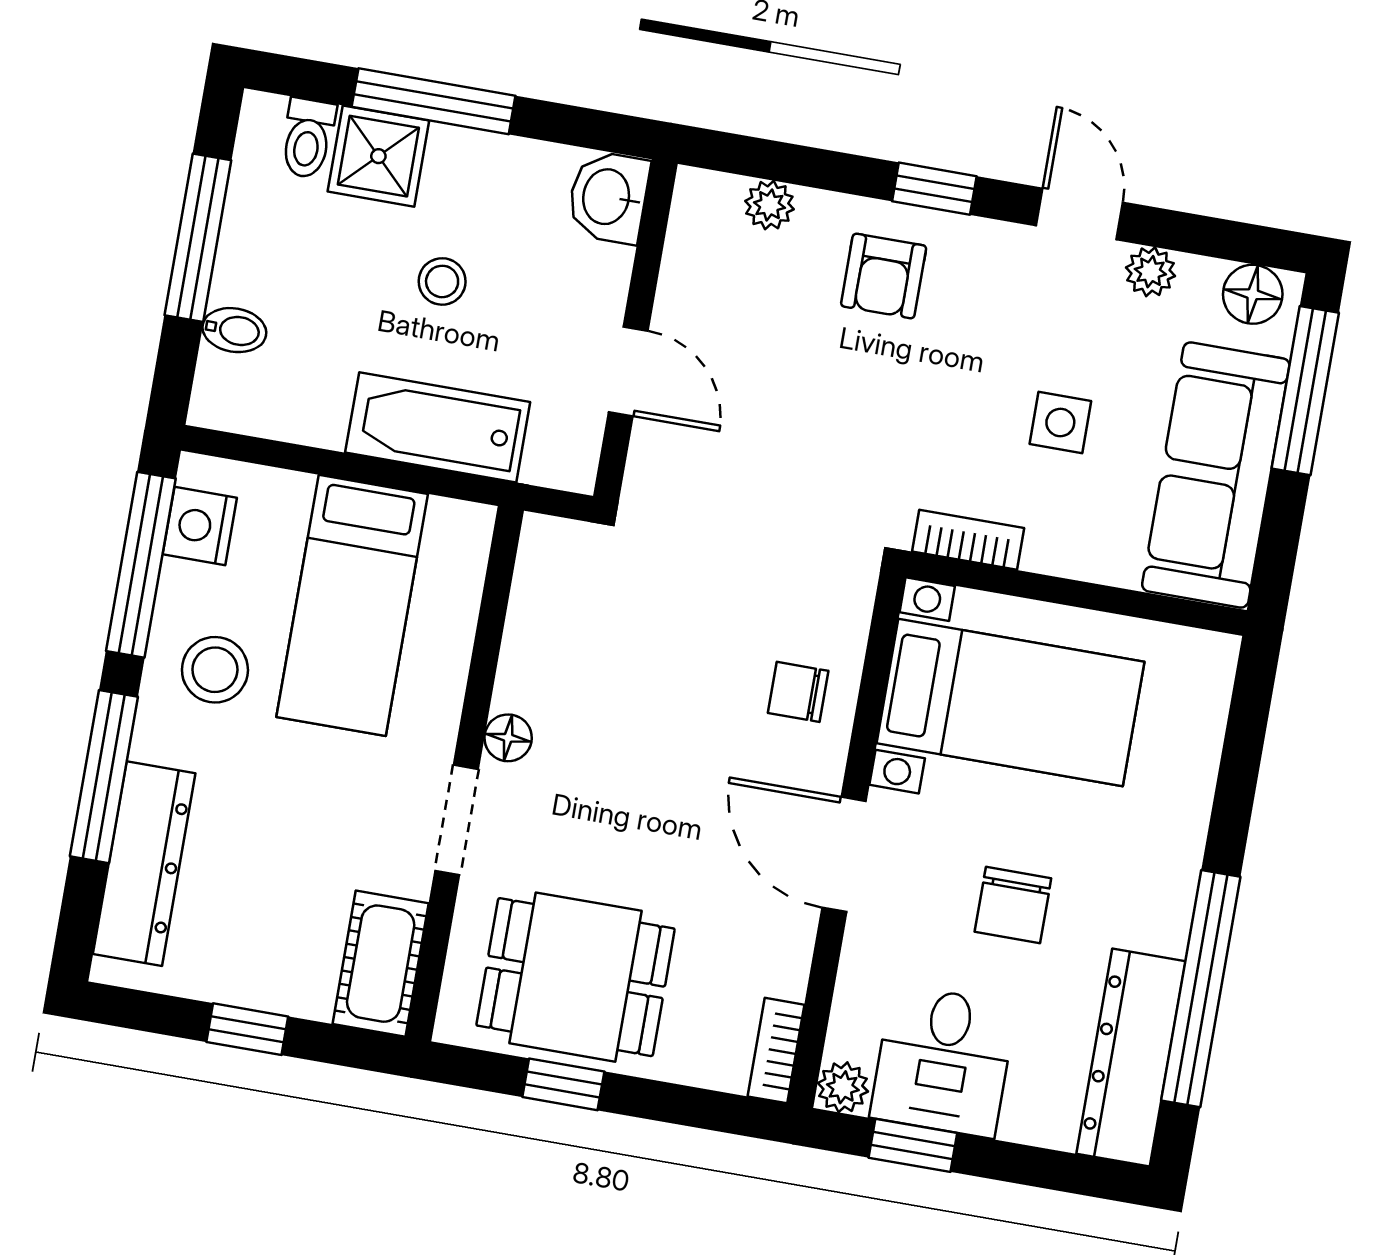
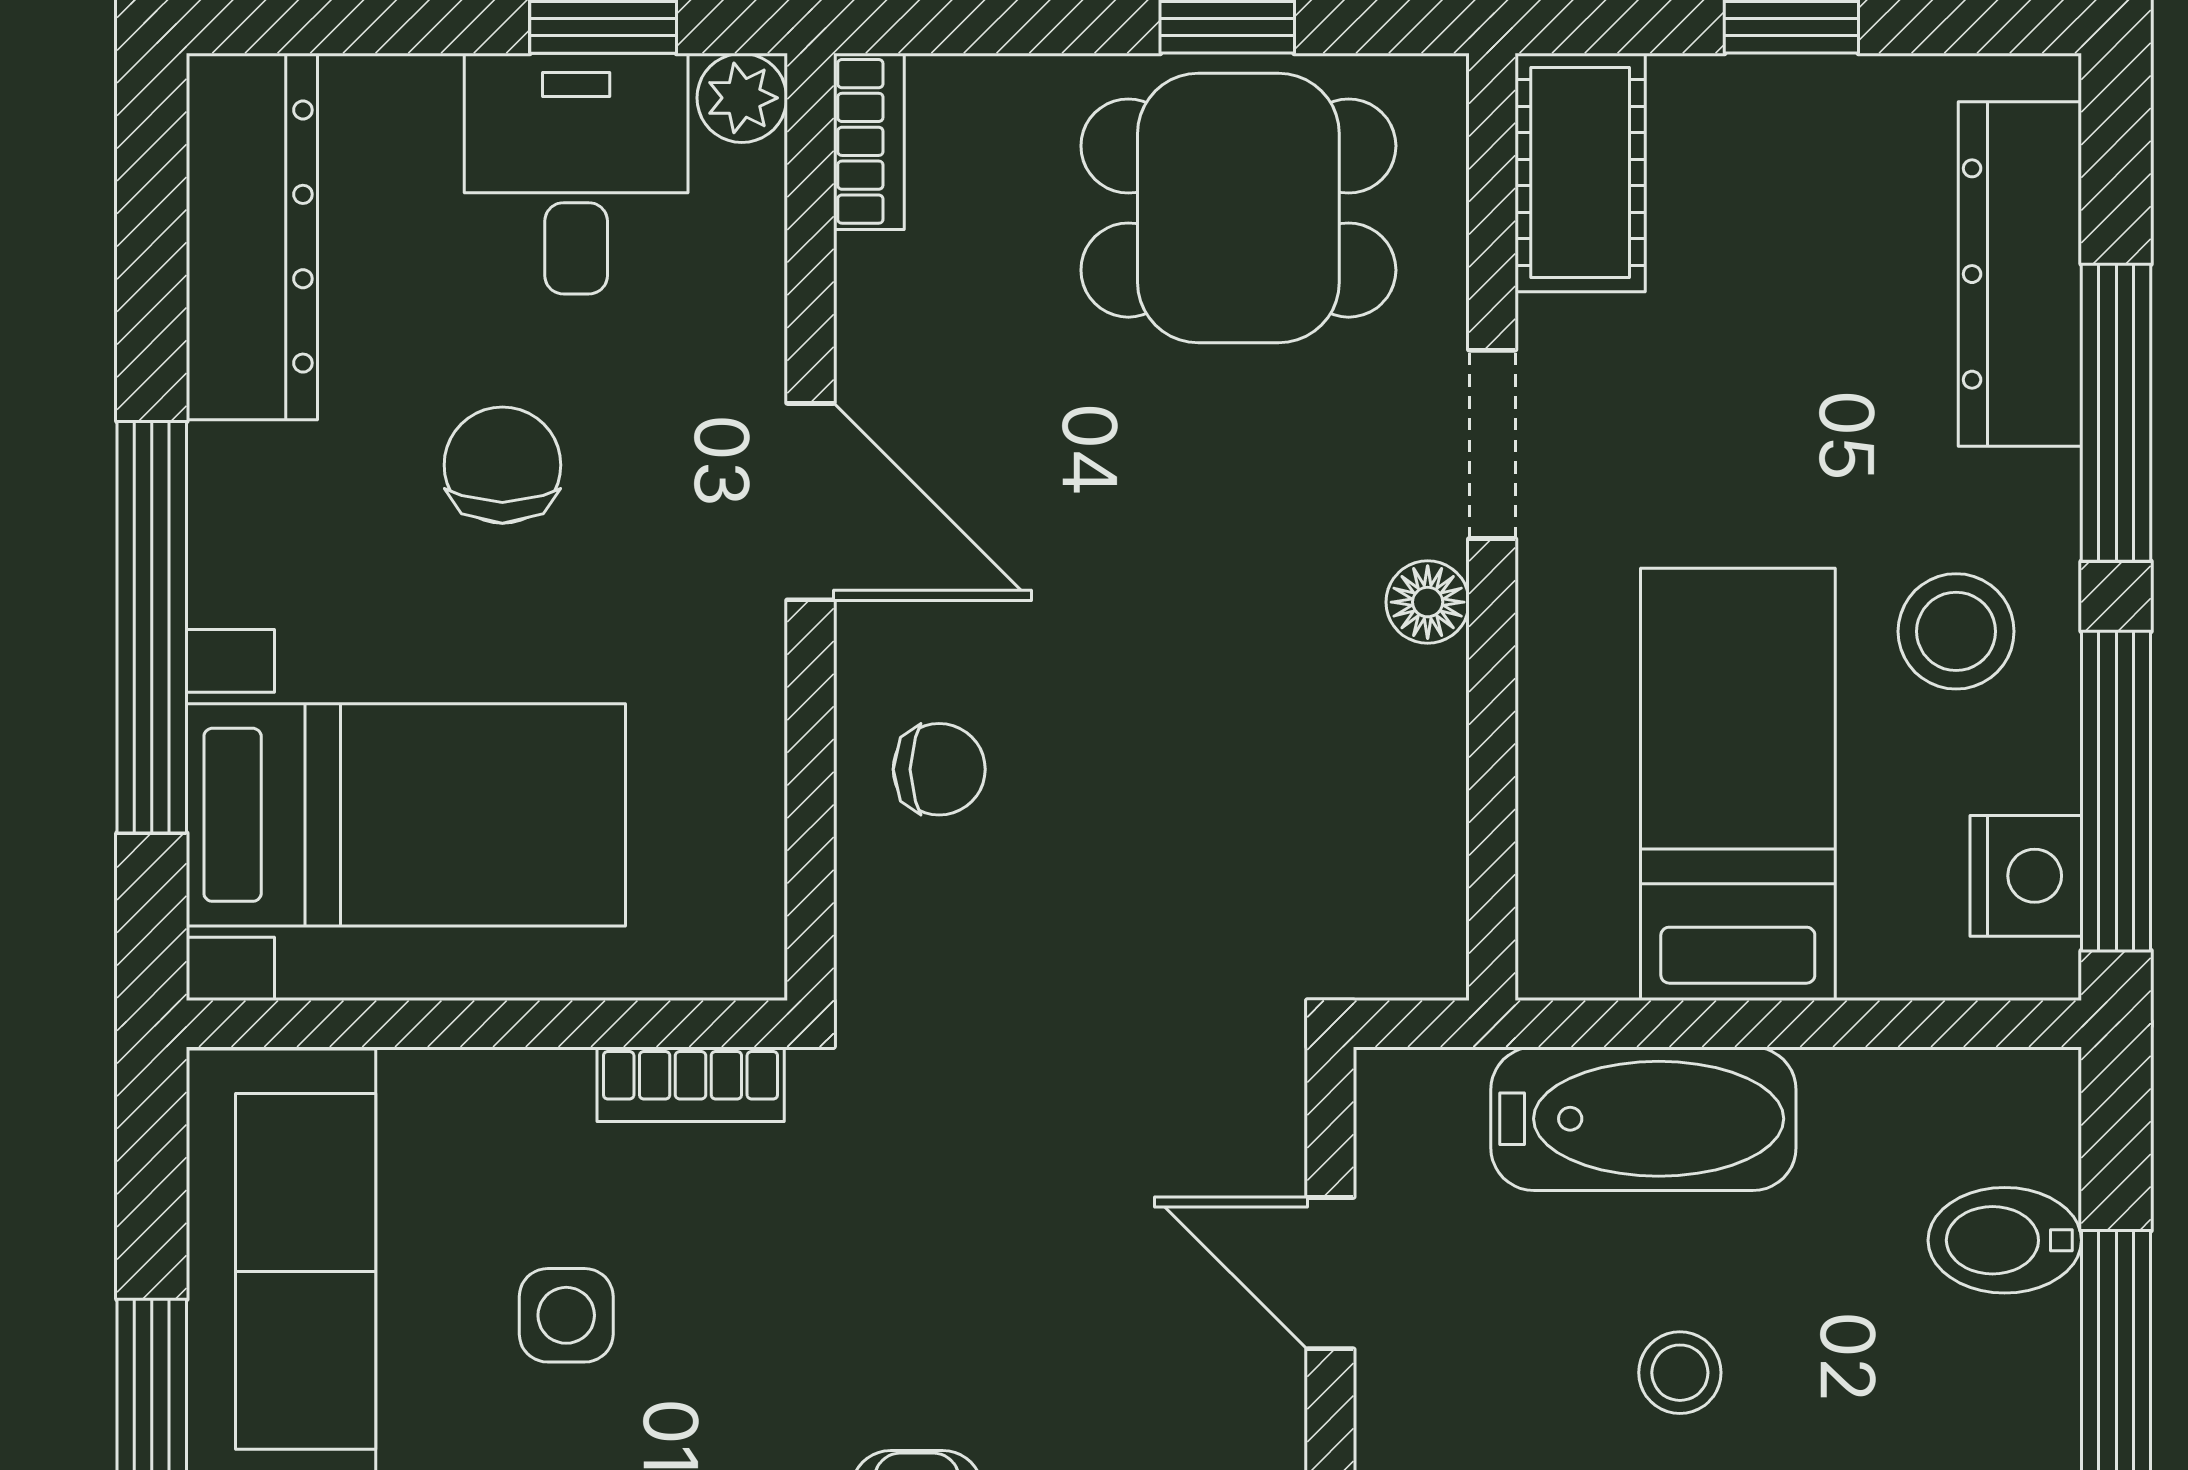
bidet: (234, 330) -> (2005, 1240), width x1.38, depth x1.36
bed with nightstands: (1011, 703) -> (406, 815), moved, turned 180
window: (1201, 989) -> (152, 627), moved

